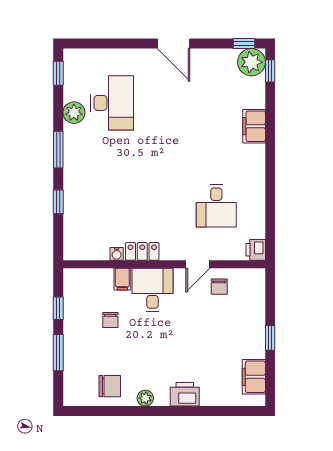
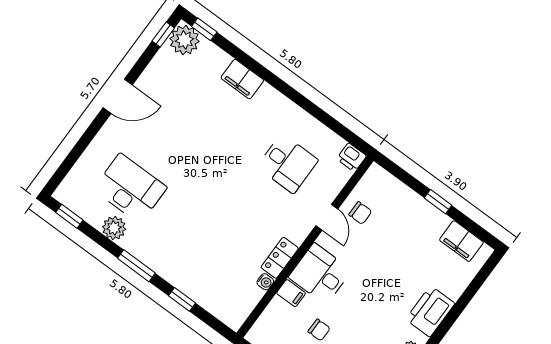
printer: (185, 394) -> (430, 311), width x1.37, depth x1.19

